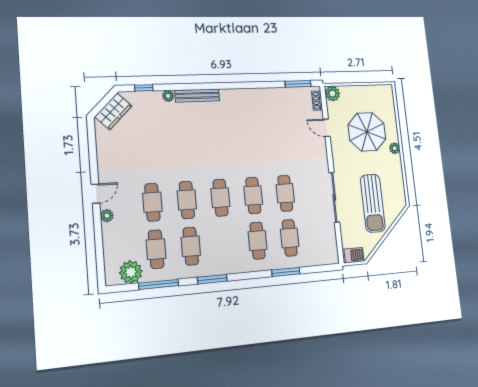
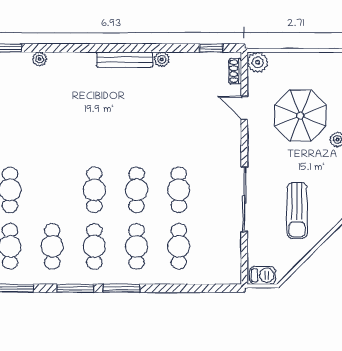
window: (298, 84) -> (211, 48), width x0.67
plant: (263, 93) -> (162, 59), added
bench: (197, 96) -> (125, 60), moved
cafe table: (187, 200) -> (94, 246), moved
sun lounger: (373, 203) -> (297, 211), width x0.73, depth x0.75
window: (286, 272) -> (122, 288), moved

